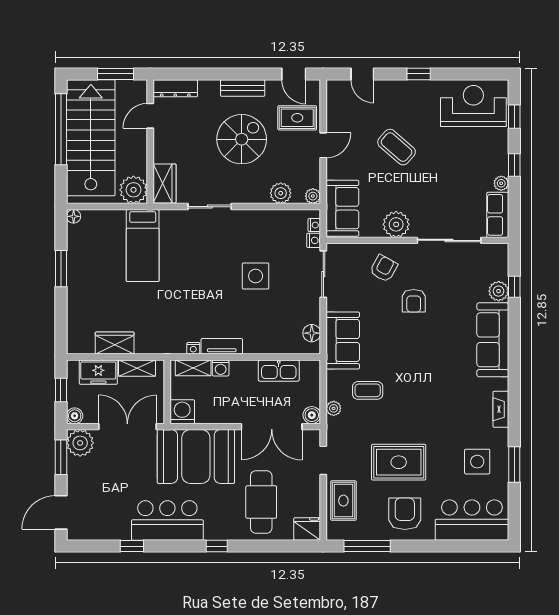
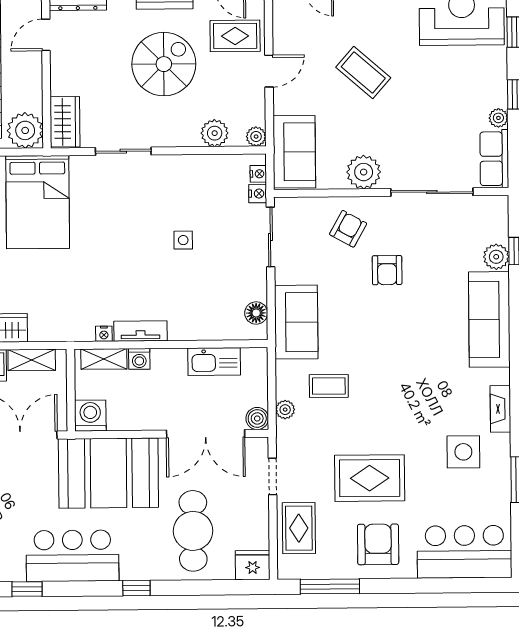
bed: (143, 246) -> (38, 202), width x1.50
side table: (256, 276) -> (183, 240), width x0.54, depth x0.54
side table: (477, 462) -> (463, 452), moved

